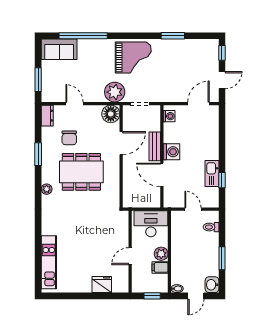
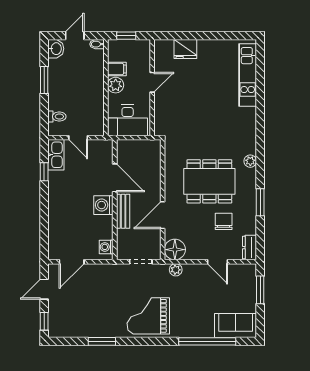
plant: (115, 92) -> (176, 270), width x0.53, depth x0.53
kitchen sink: (212, 174) -> (56, 155), moved

